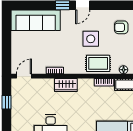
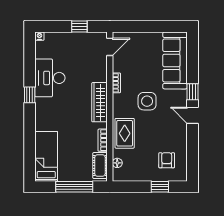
side table: (91, 39) -> (147, 101), moved
door: (24, 76) -> (110, 47), hinge flipped
wardrobe: (66, 85) -> (99, 102), width x1.50

